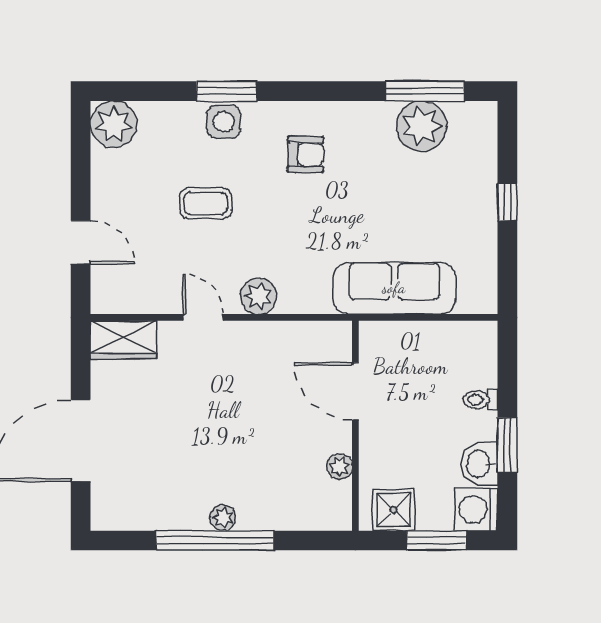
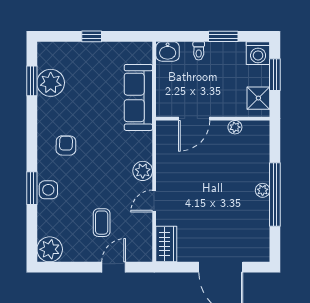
window: (425, 91) -> (32, 81), width x0.69
coffee table: (206, 203) -> (102, 223), moved
washbasin: (479, 464) -> (168, 51), moved

